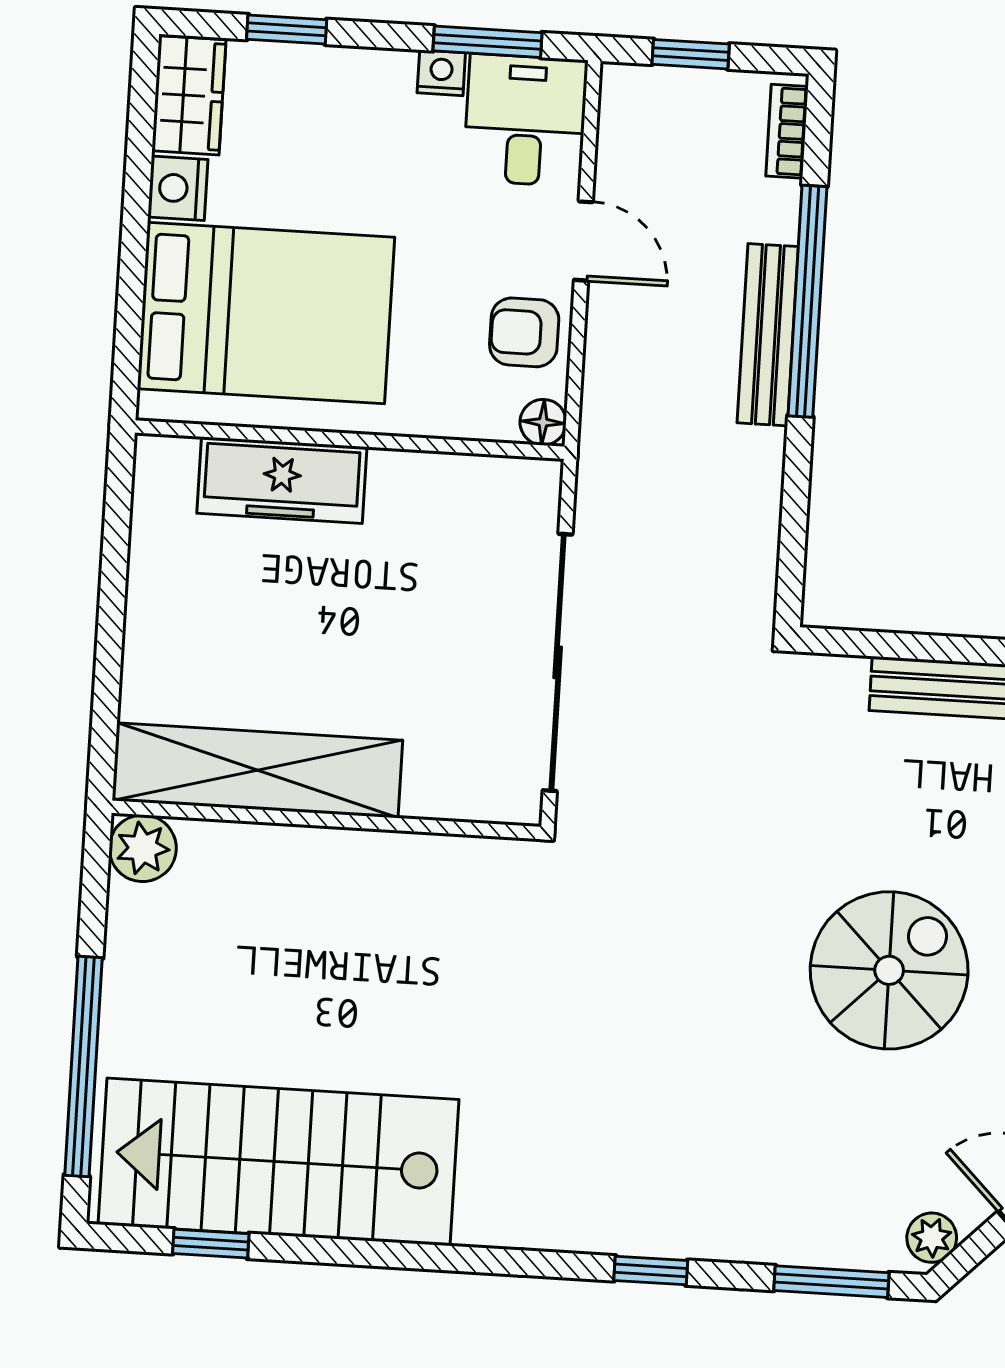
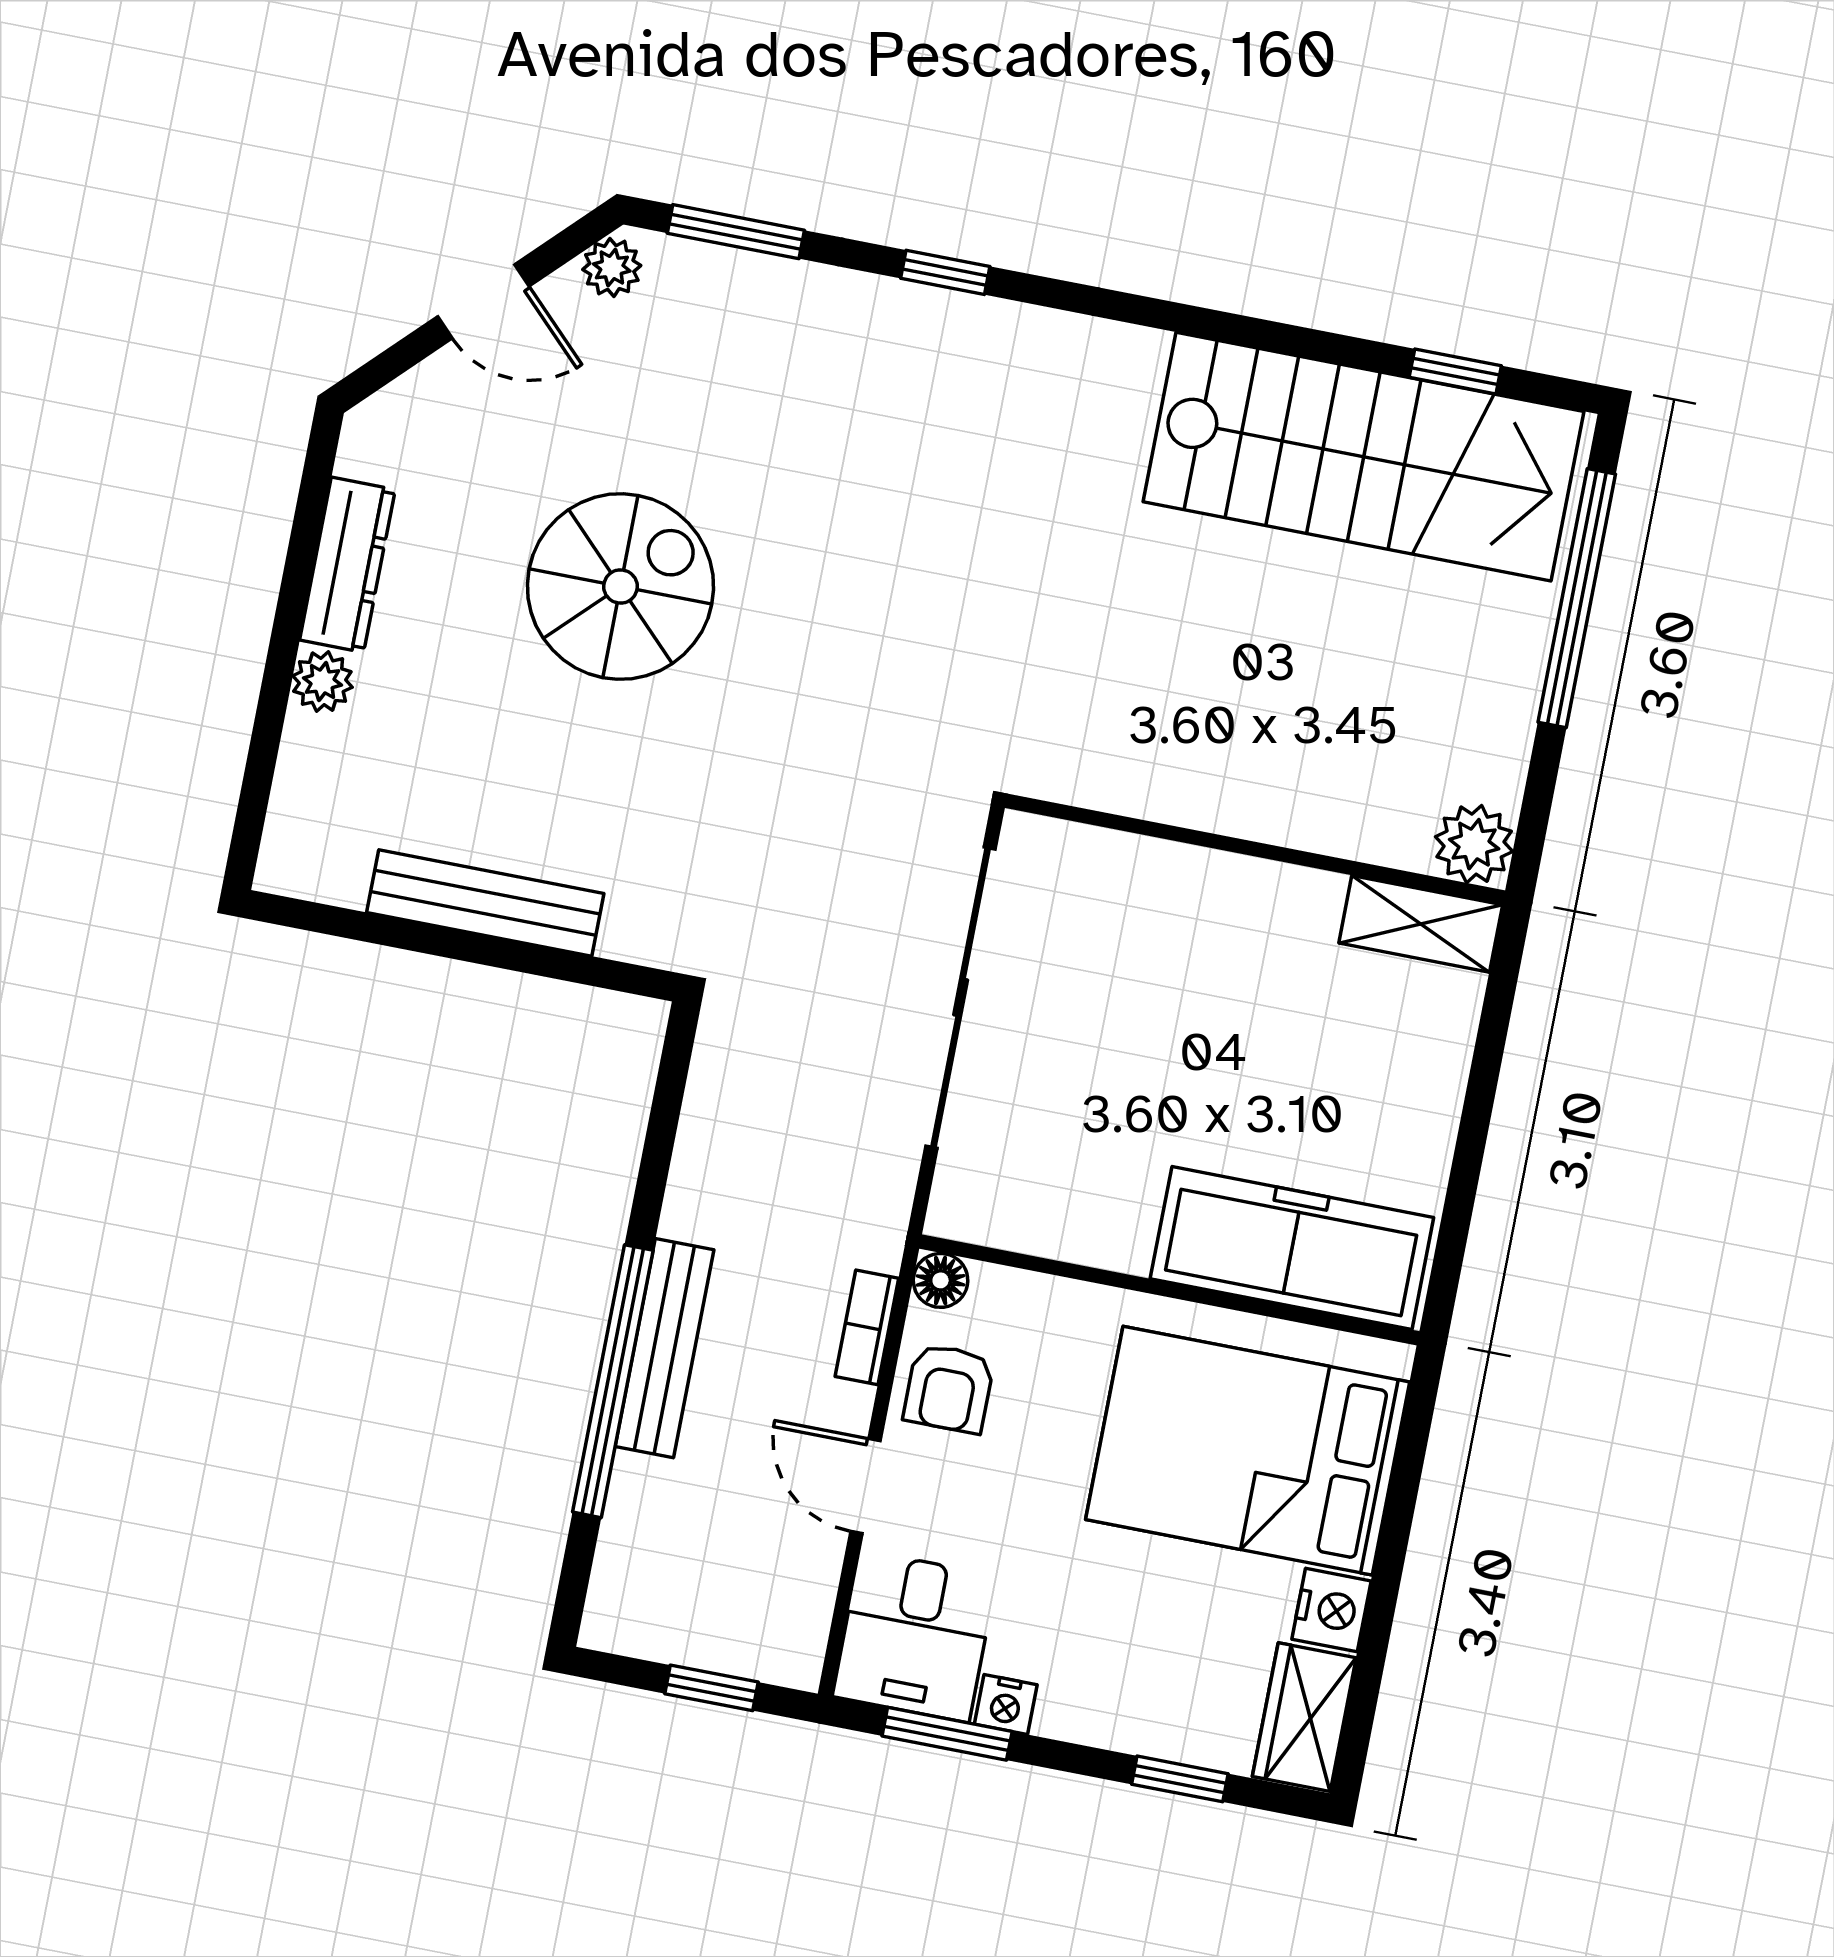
bookcase: (787, 131) -> (867, 1327), moved, turned 180
armchair: (524, 332) -> (949, 1388), turned 90
freezer: (282, 480) -> (1292, 1248), width x1.36, depth x1.26
shelving: (257, 770) -> (1421, 924), width x0.45, depth x0.75
spiral stairs: (889, 970) -> (620, 587), turned 180

